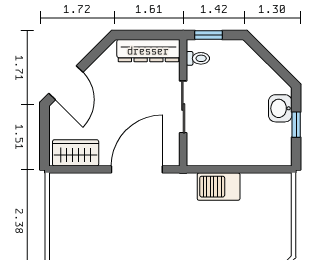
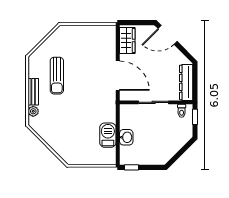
washbasin: (280, 108) -> (126, 137), moved, turned 90
window: (296, 125) -> (131, 167), moved
barbecue: (219, 187) -> (108, 135), moved

